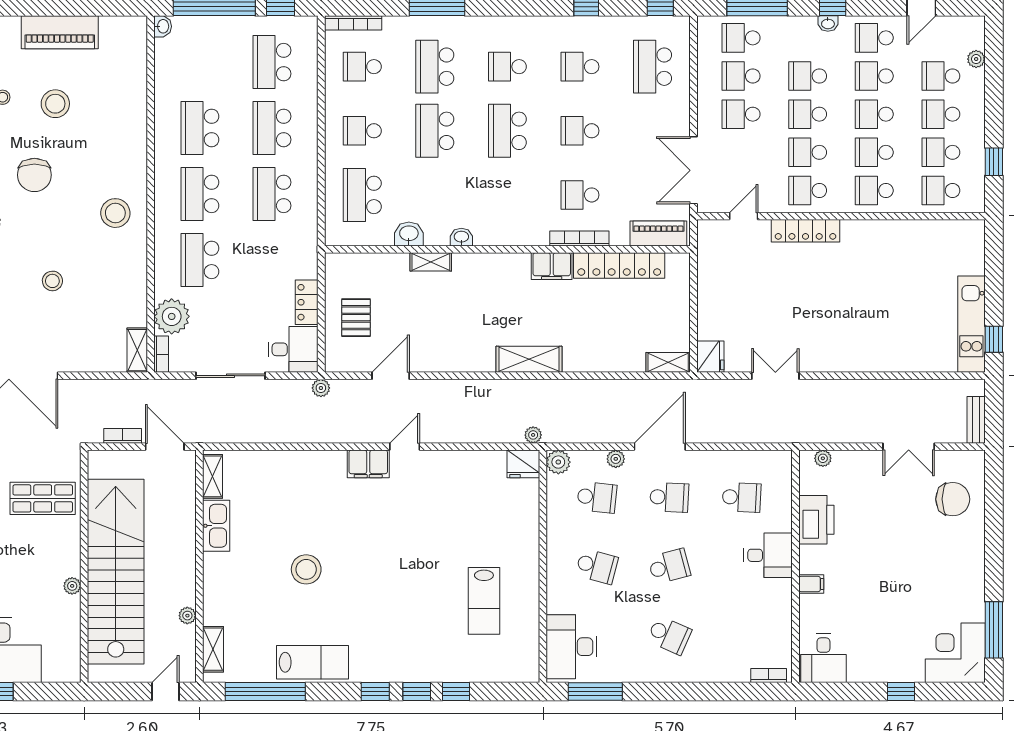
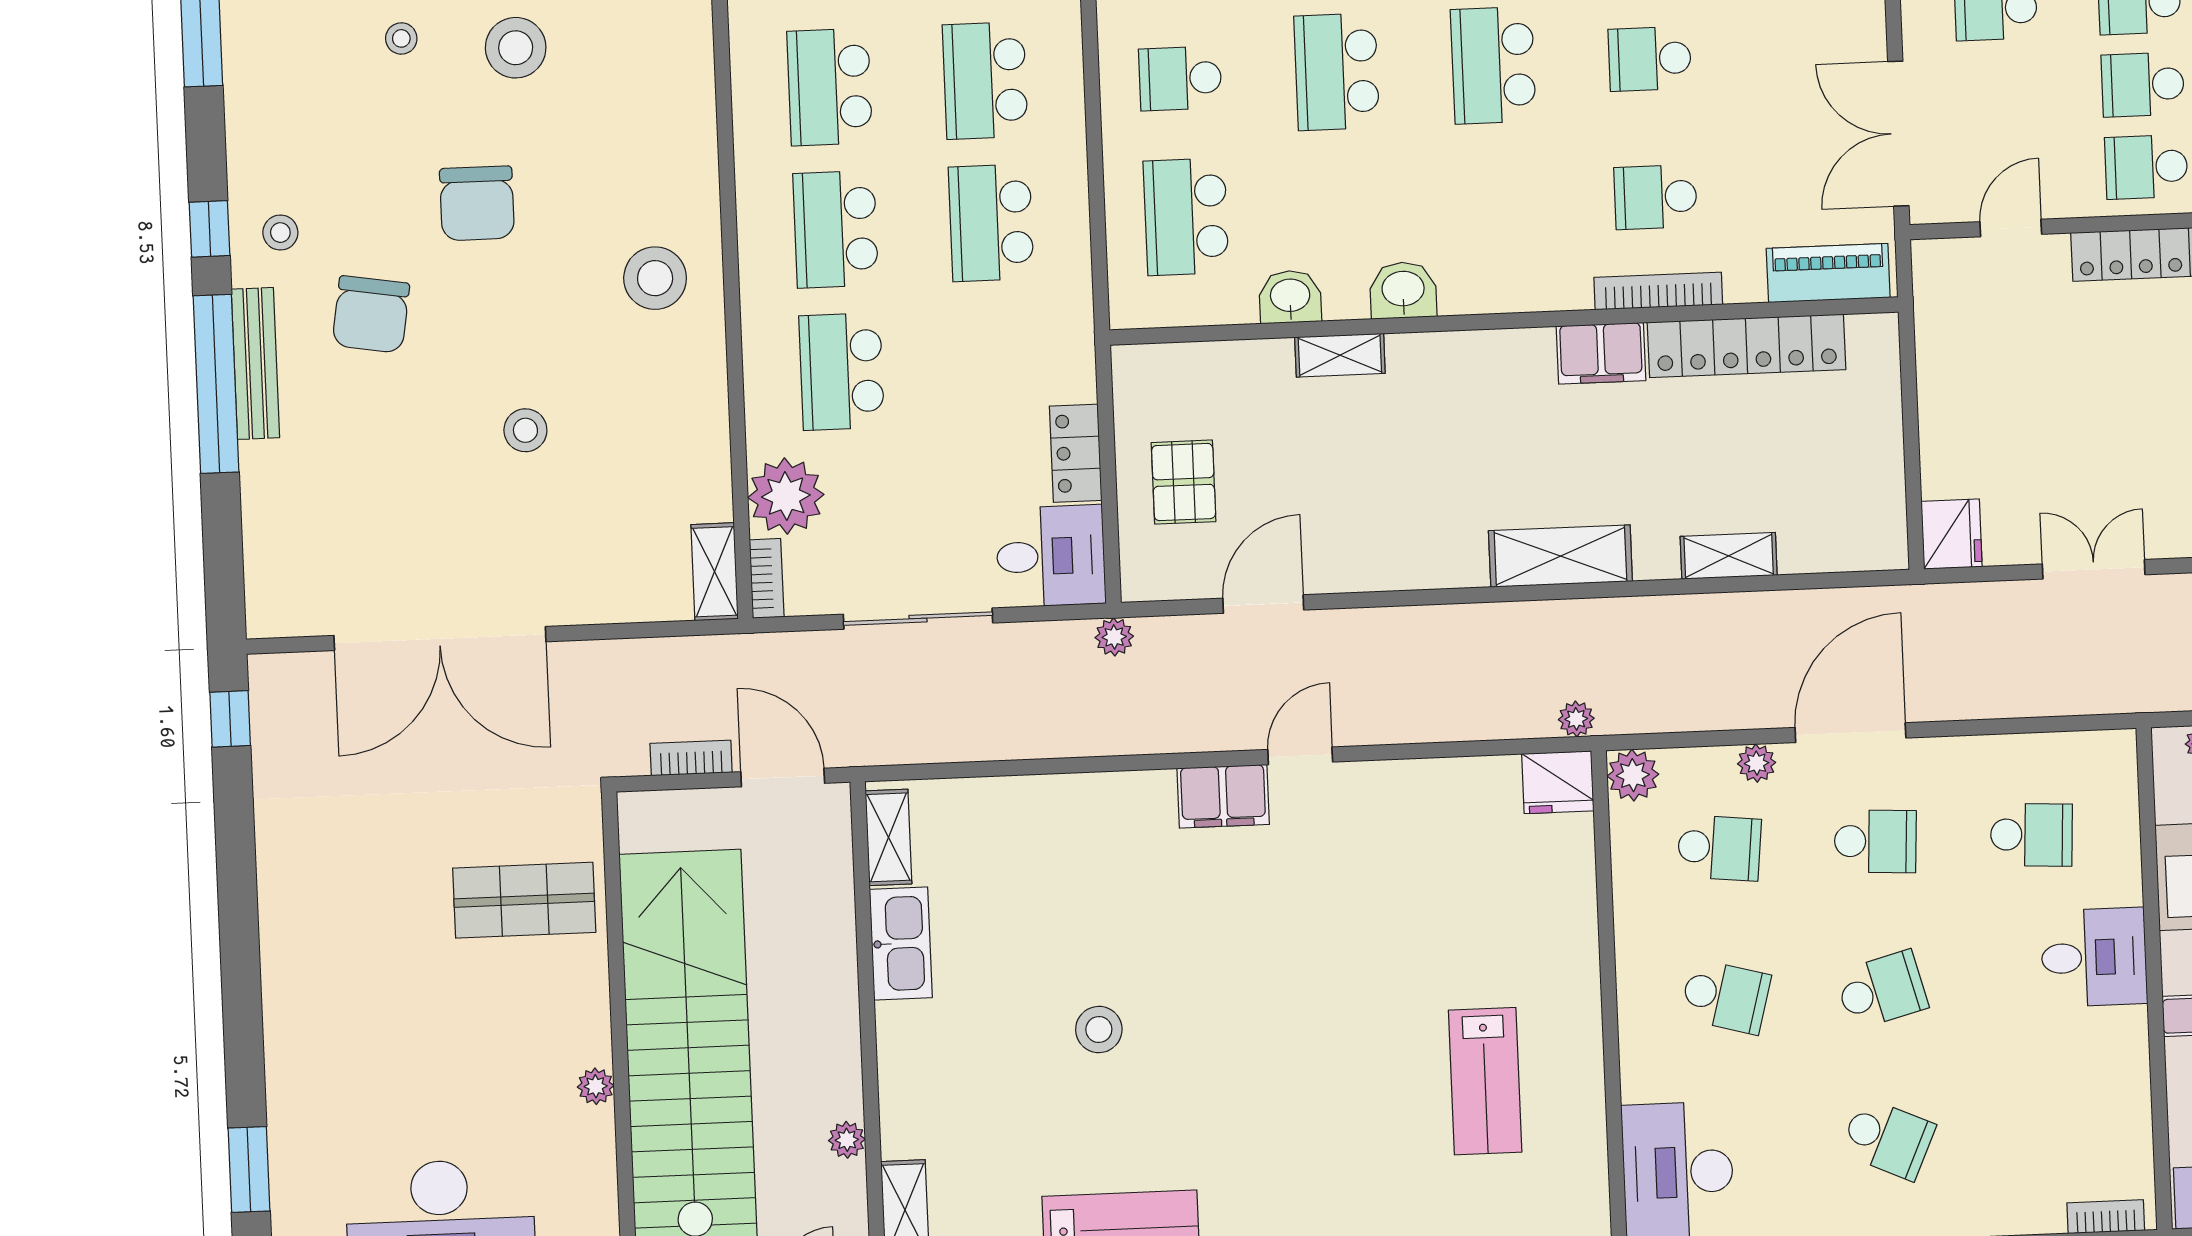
washbasin: (461, 237) -> (1403, 290), width x1.38, depth x1.45
shelving: (668, 362) -> (1729, 556), moved
stool: (306, 569) -> (1099, 1030), width x0.73, depth x0.73

